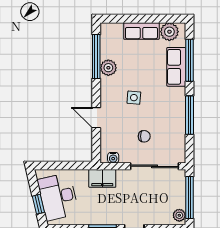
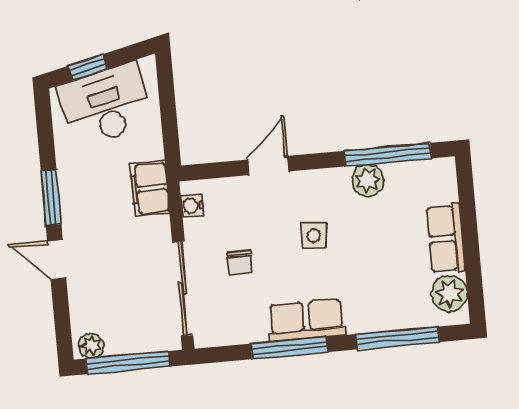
row of seats: (176, 67) -> (307, 320), moved

